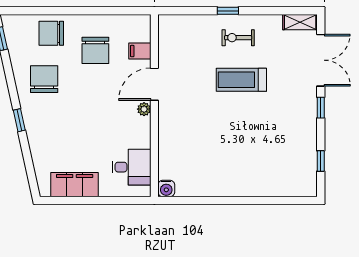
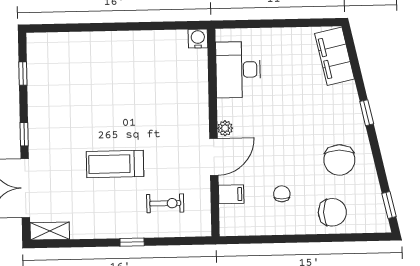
exercise bike: (238, 38) -> (165, 203), moved
chair: (95, 50) -> (282, 194), width x0.54, depth x0.54
treadmill: (241, 80) -> (115, 164), turned 180
desk: (131, 167) -> (238, 70), width x1.37
filing cabinet: (75, 185) -> (335, 56), moved, turned 78

